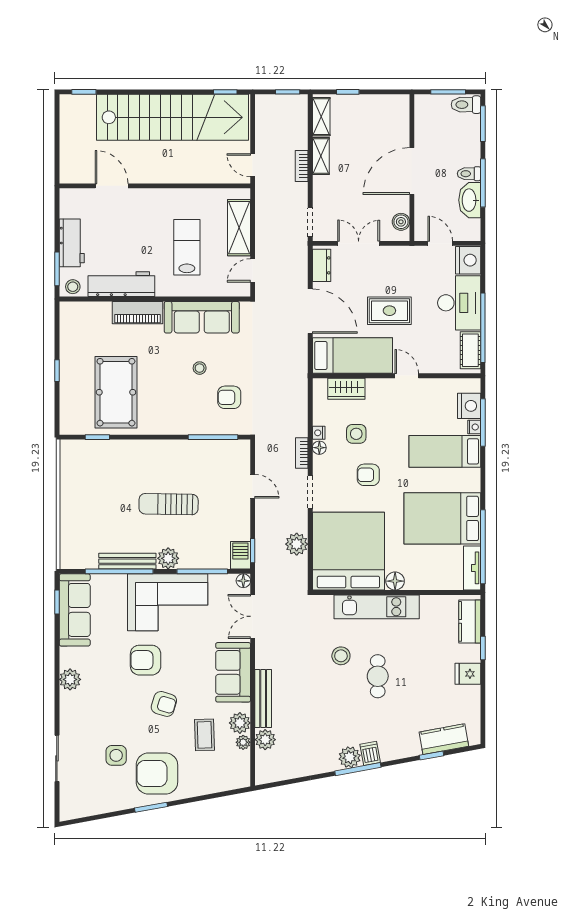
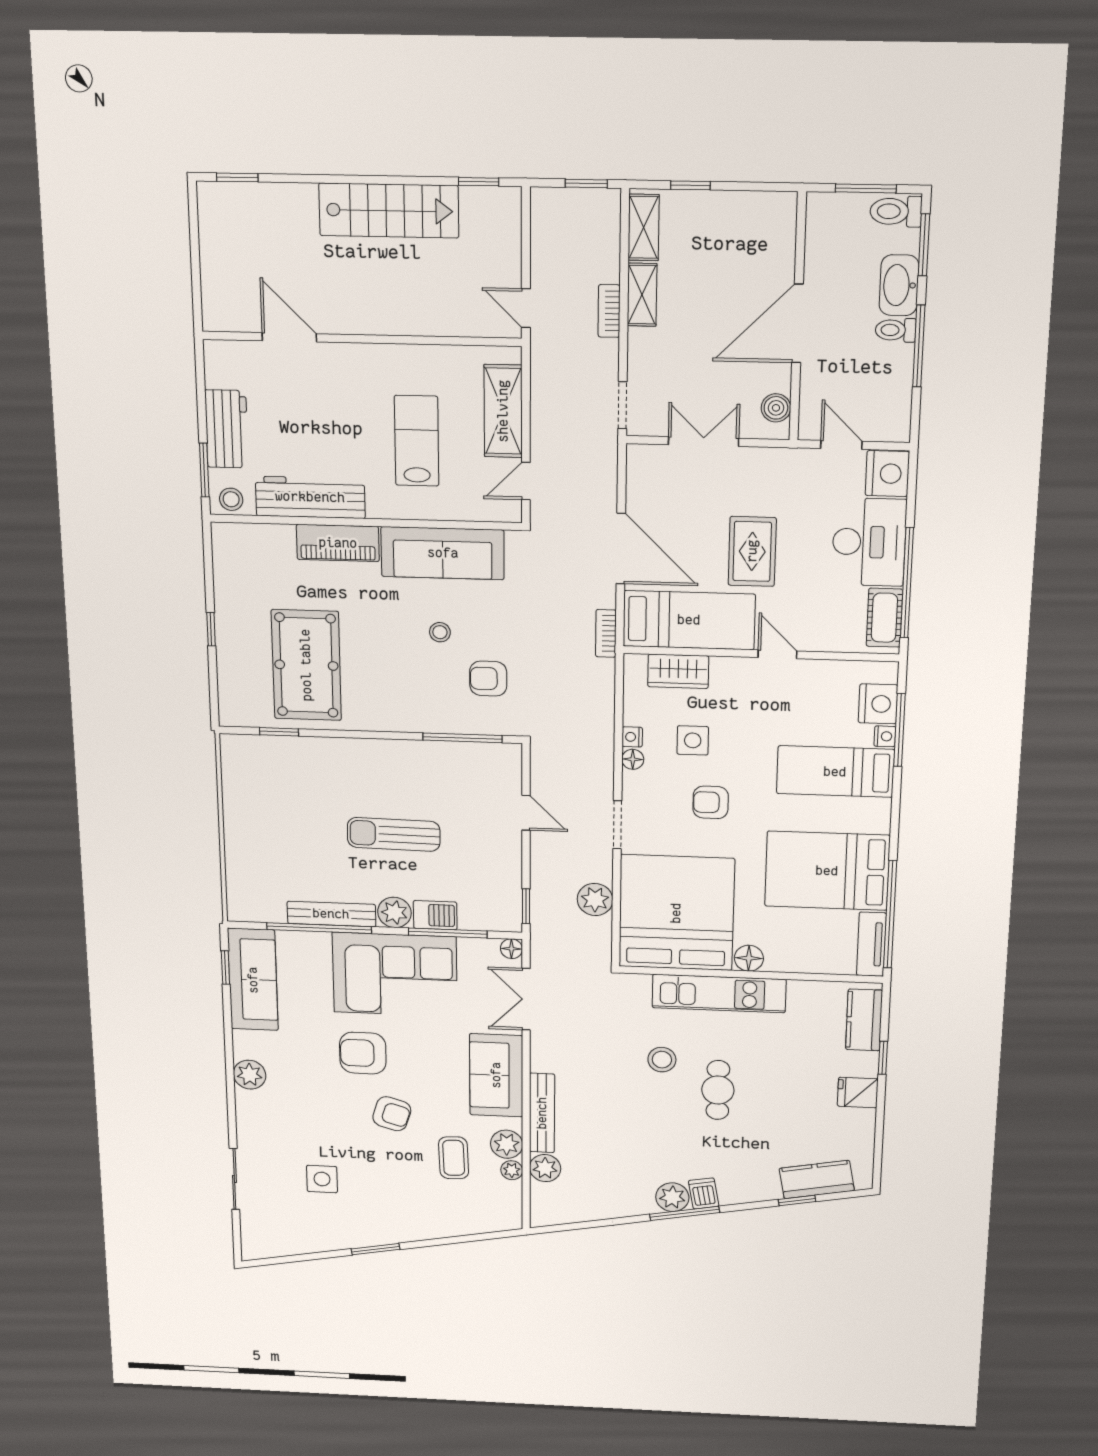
stairs: (173, 117) -> (389, 211), width x0.54, depth x0.66
washbasin: (470, 200) -> (899, 285), moved
dresser: (322, 265) -> (641, 476), removed
rug: (389, 311) -> (752, 551), turned 90
bookcase: (302, 453) -> (606, 633), moved
barbecue: (240, 555) -> (435, 915), moved, turned 90
armchair: (157, 774) -> (383, 1206), removed

